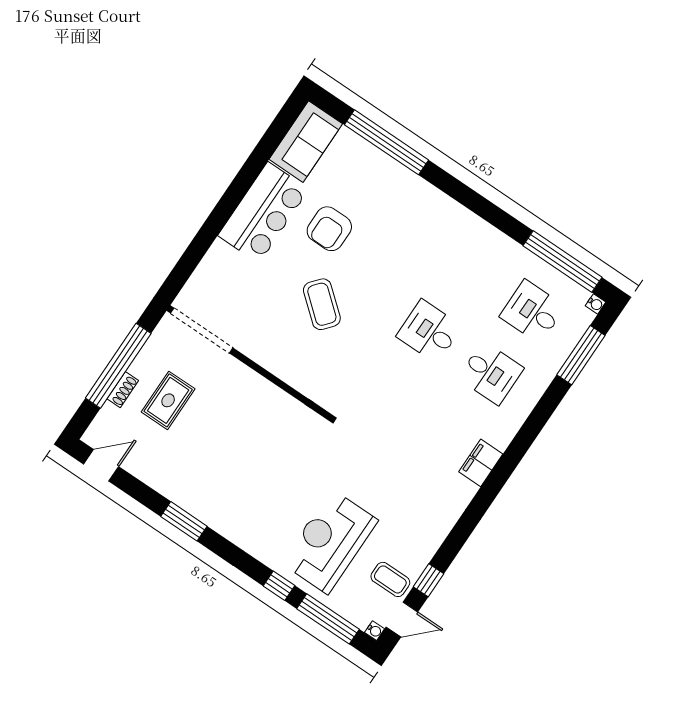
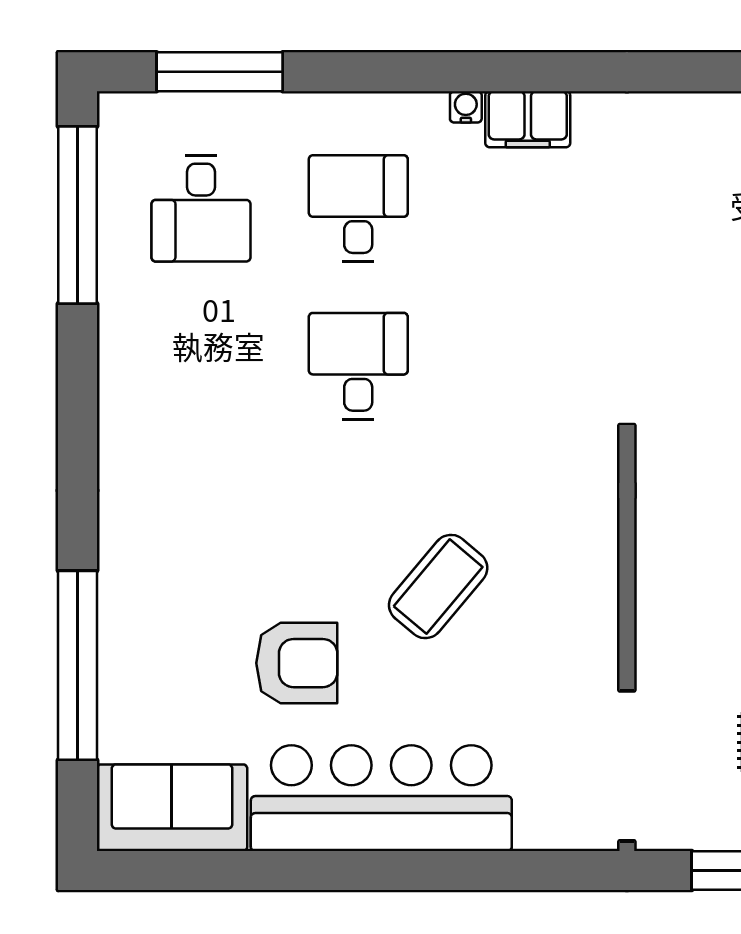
bar counter: (263, 212) -> (381, 798), width x1.36
water cooler: (596, 304) -> (466, 107), moved
desk: (429, 331) -> (358, 366), turned 180

